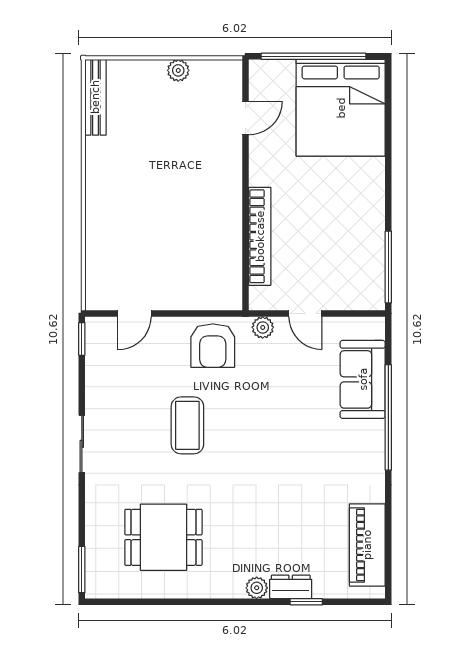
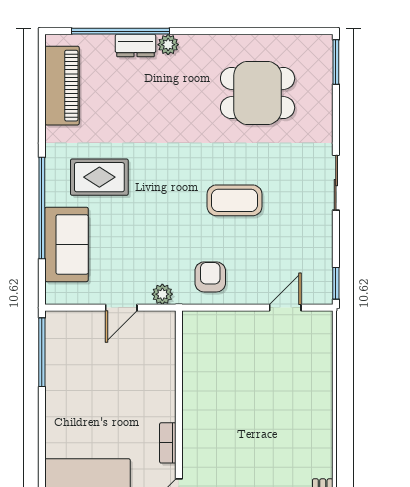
bookcase: (260, 236) -> (168, 443), moved, width x0.43, depth x0.76
door: (305, 313) -> (121, 308), swing flipped
armchair: (213, 346) -> (210, 277), width x0.72, depth x0.72
coffee table: (187, 425) -> (235, 200), turned 90
rug: (328, 450) -> (99, 177), added
window: (306, 602) -> (121, 31), width x3.17

